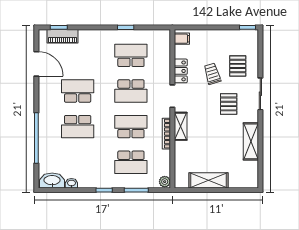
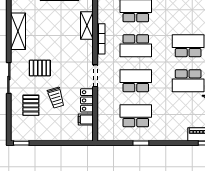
filing cabinet: (182, 39) -> (86, 119), moved
school desk: (131, 55) -> (136, 116), turned 180
pallet: (229, 104) -> (40, 68), turned 90
shelving: (181, 126) -> (87, 26), moved

